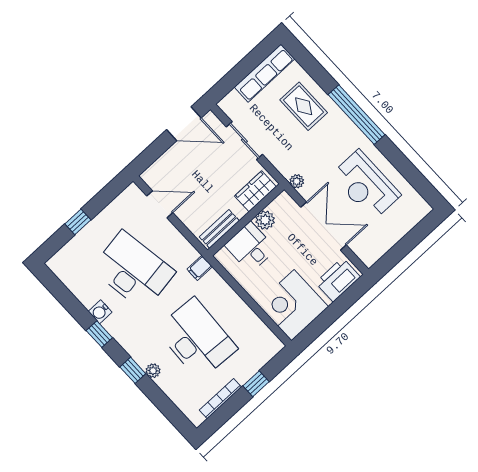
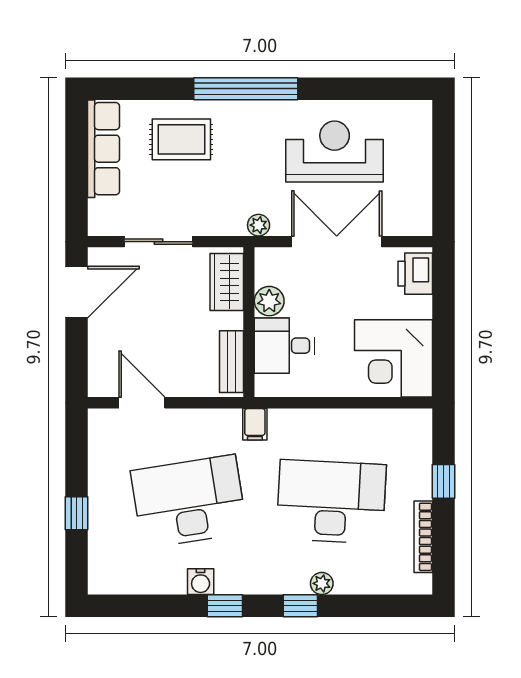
reception desk: (366, 185) -> (335, 152), turned 180
door: (160, 204) -> (142, 403), hinge flipped
printer: (338, 280) -> (415, 274), width x0.73, depth x0.84

